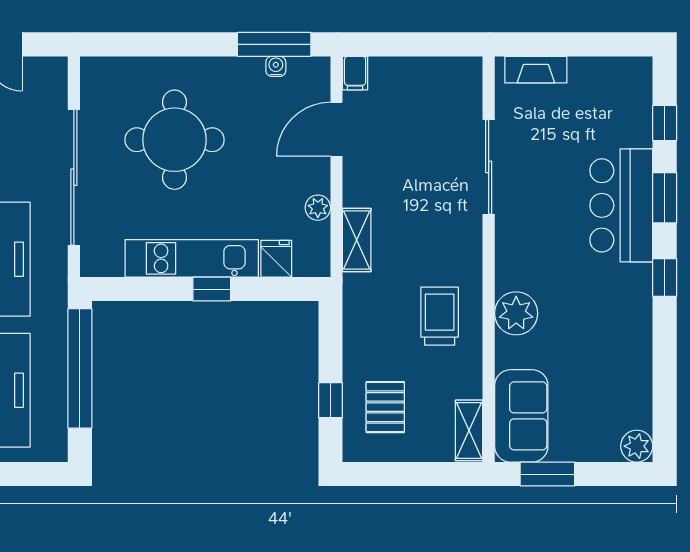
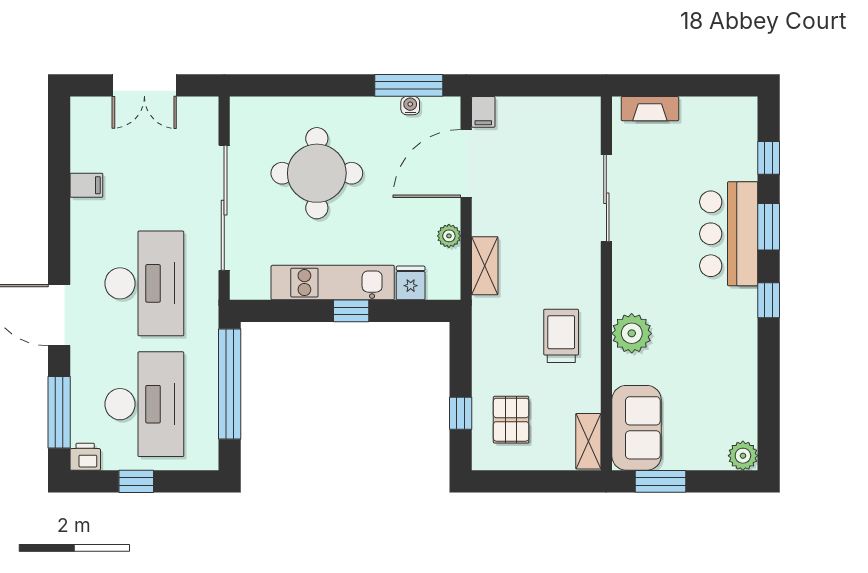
door: (336, 129) -> (466, 164), width x1.36

